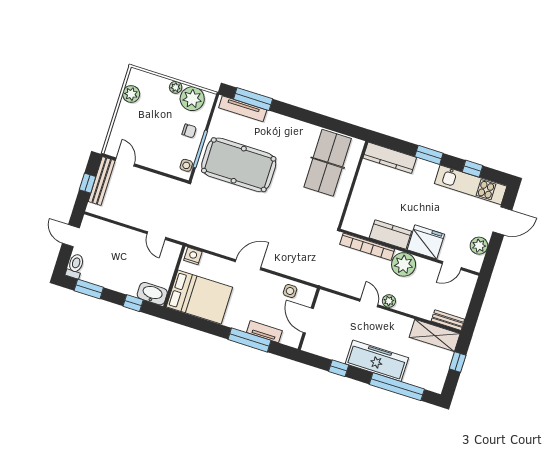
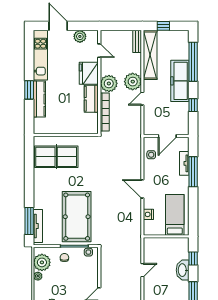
kitchen counter: (390, 158) -> (39, 99), moved
window: (473, 169) -> (29, 57), removed
door: (156, 236) -> (142, 270), moved
nightstand: (193, 256) -> (148, 214), moved
washbasin: (152, 294) -> (183, 270), moved
bed: (199, 297) -> (175, 215), width x0.67
plant: (389, 301) -> (133, 82), width x1.88, depth x1.88
shelving: (435, 335) -> (150, 55), width x1.47

